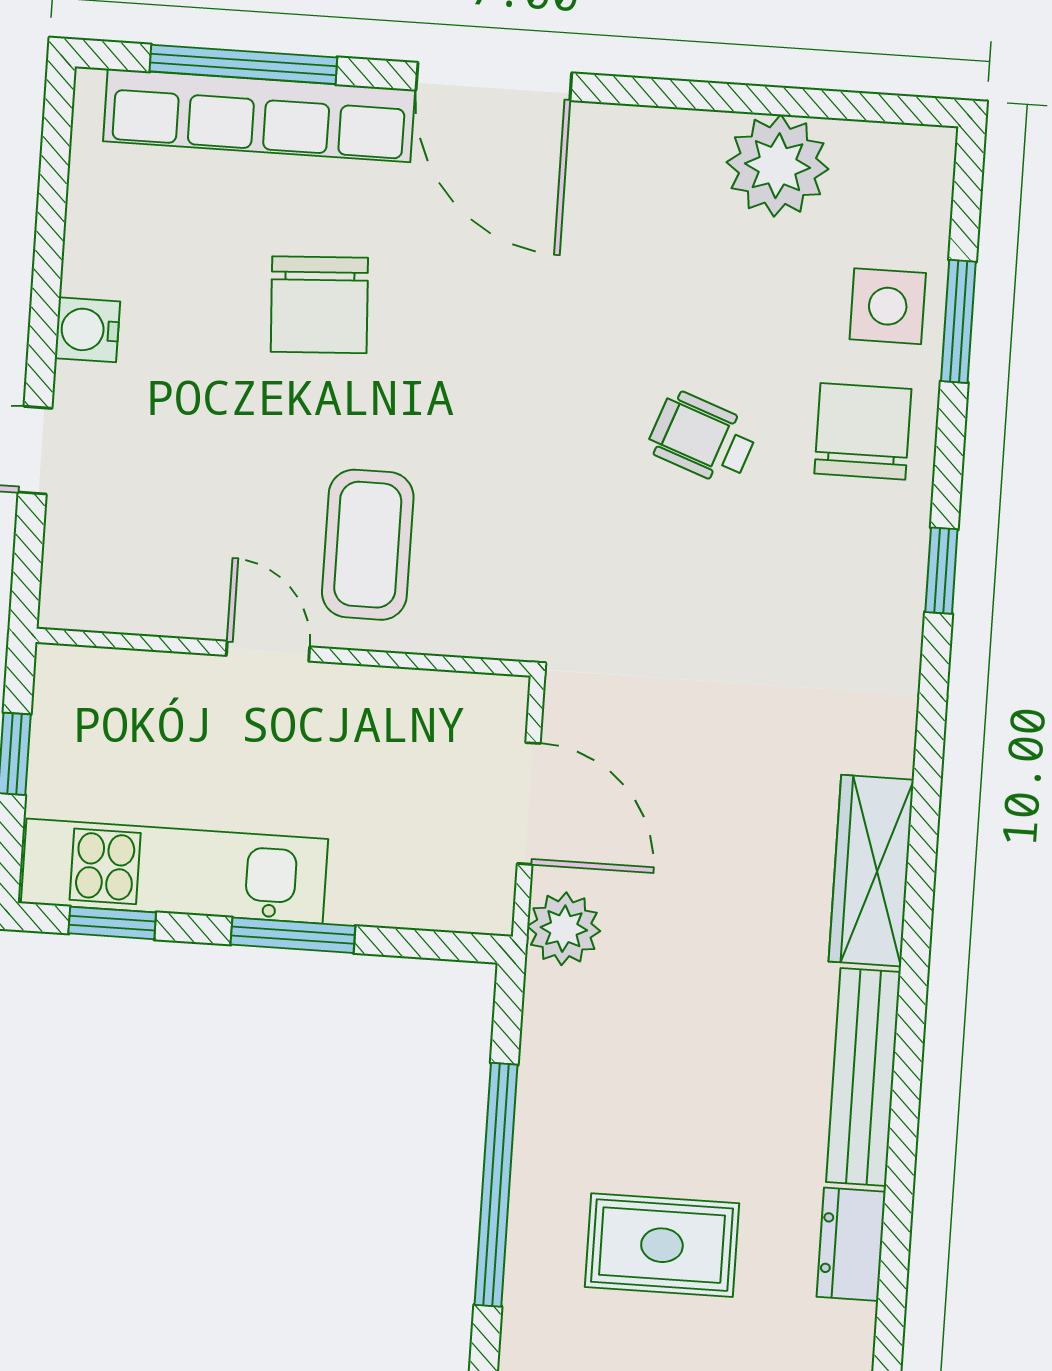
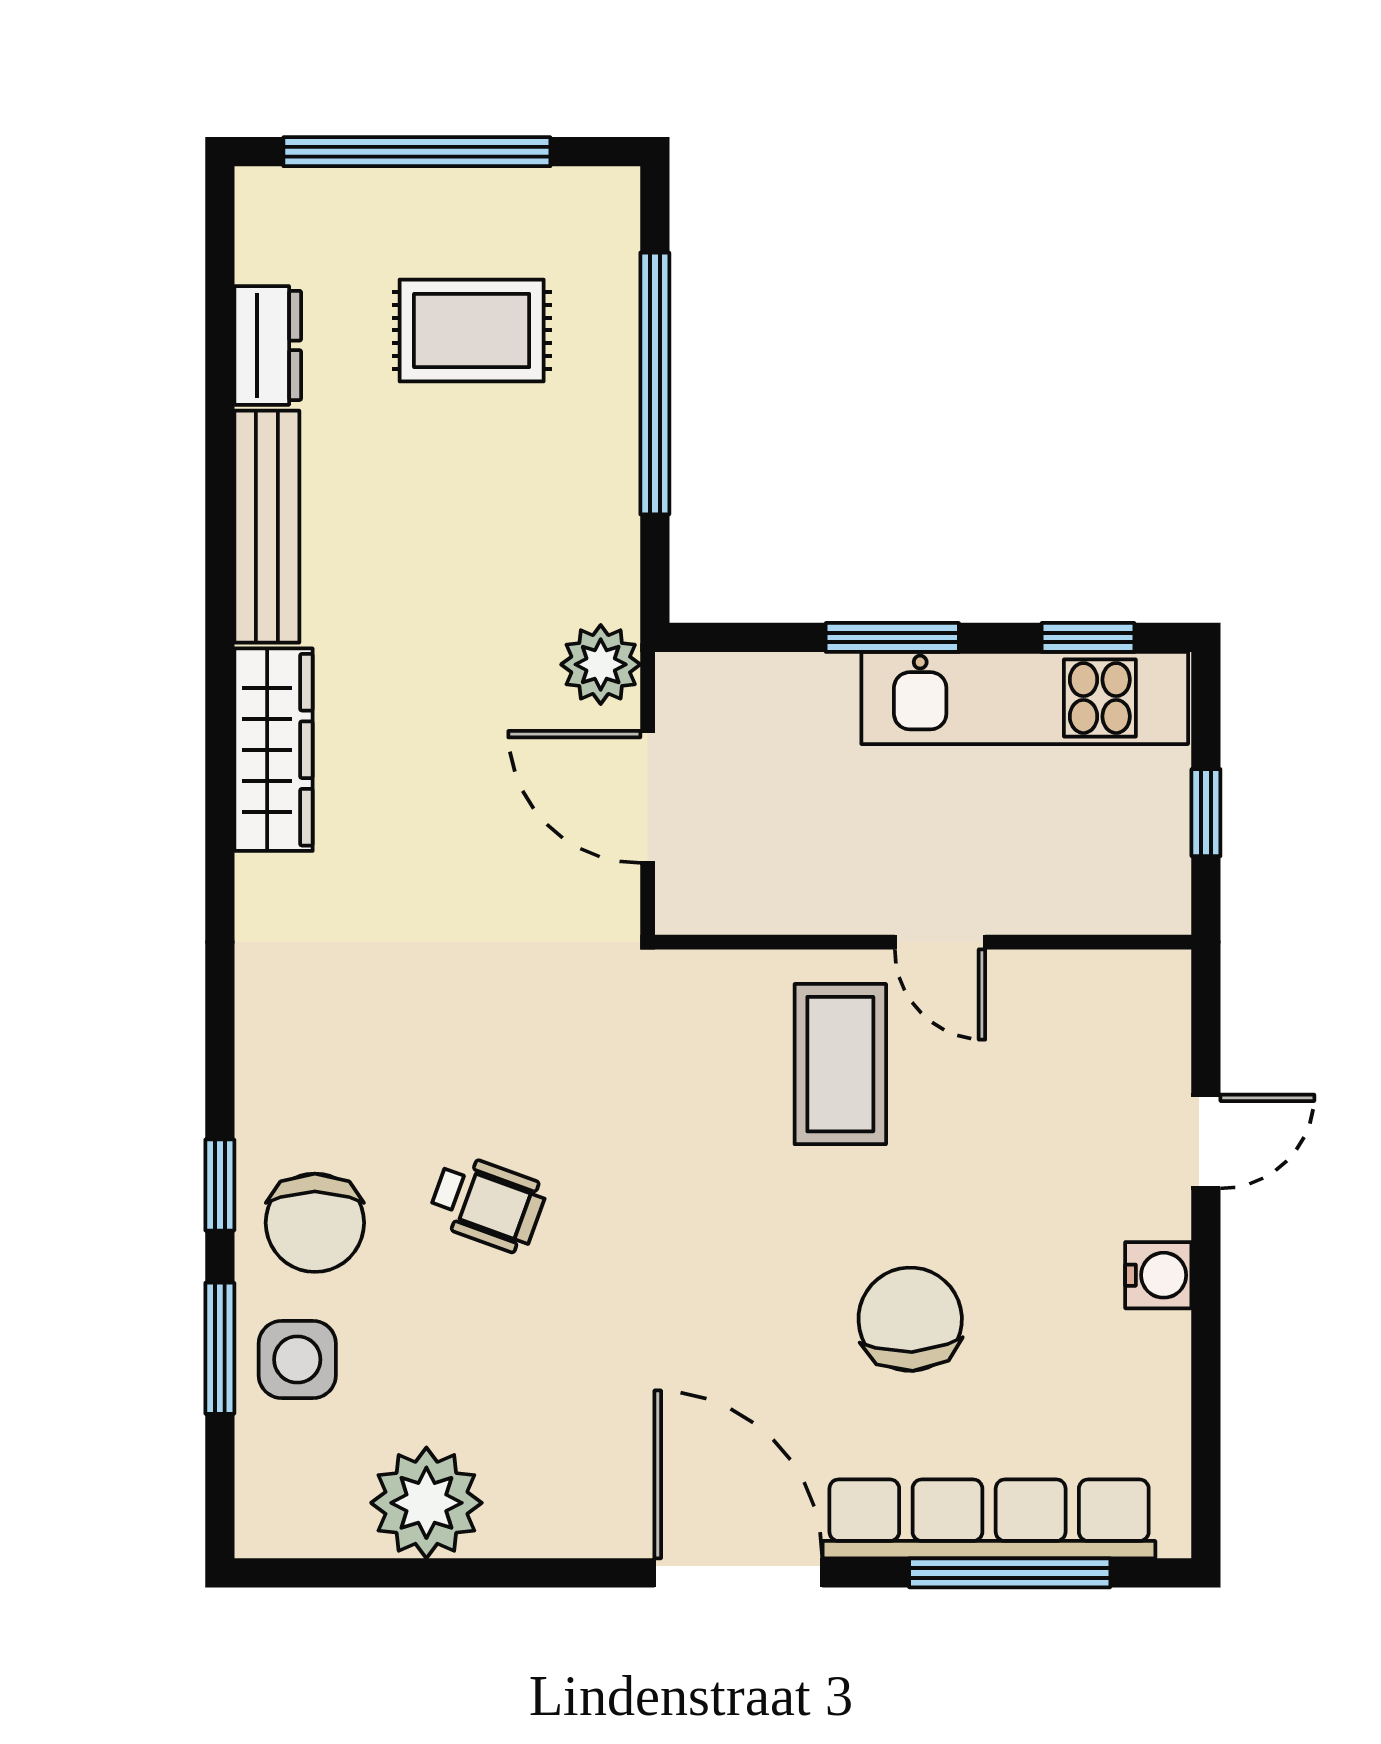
window: (941, 571) -> (220, 1185), moved

